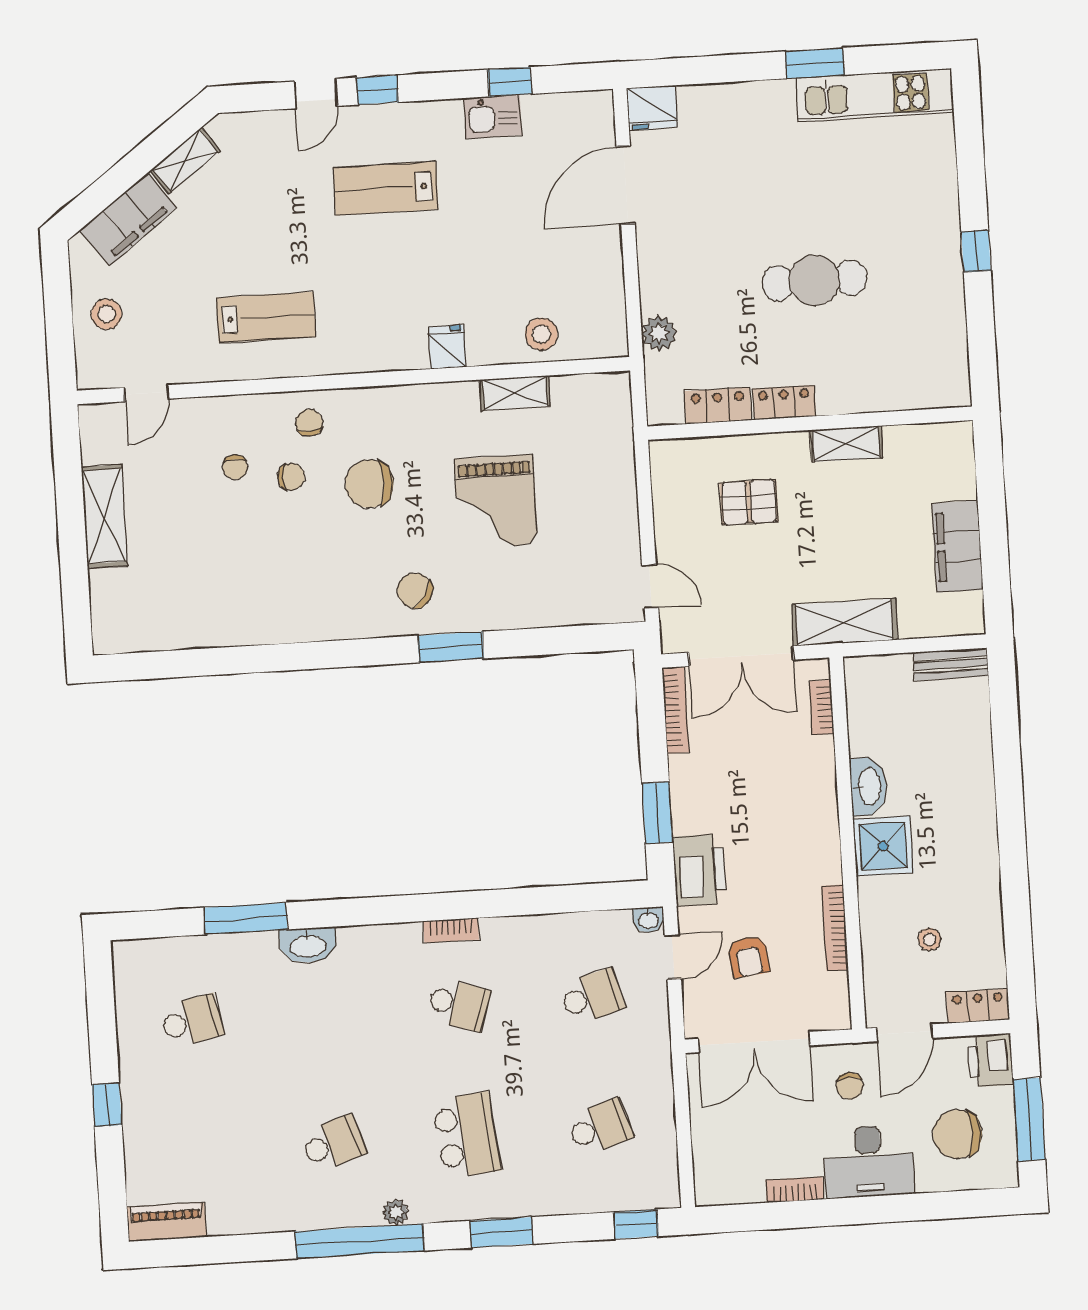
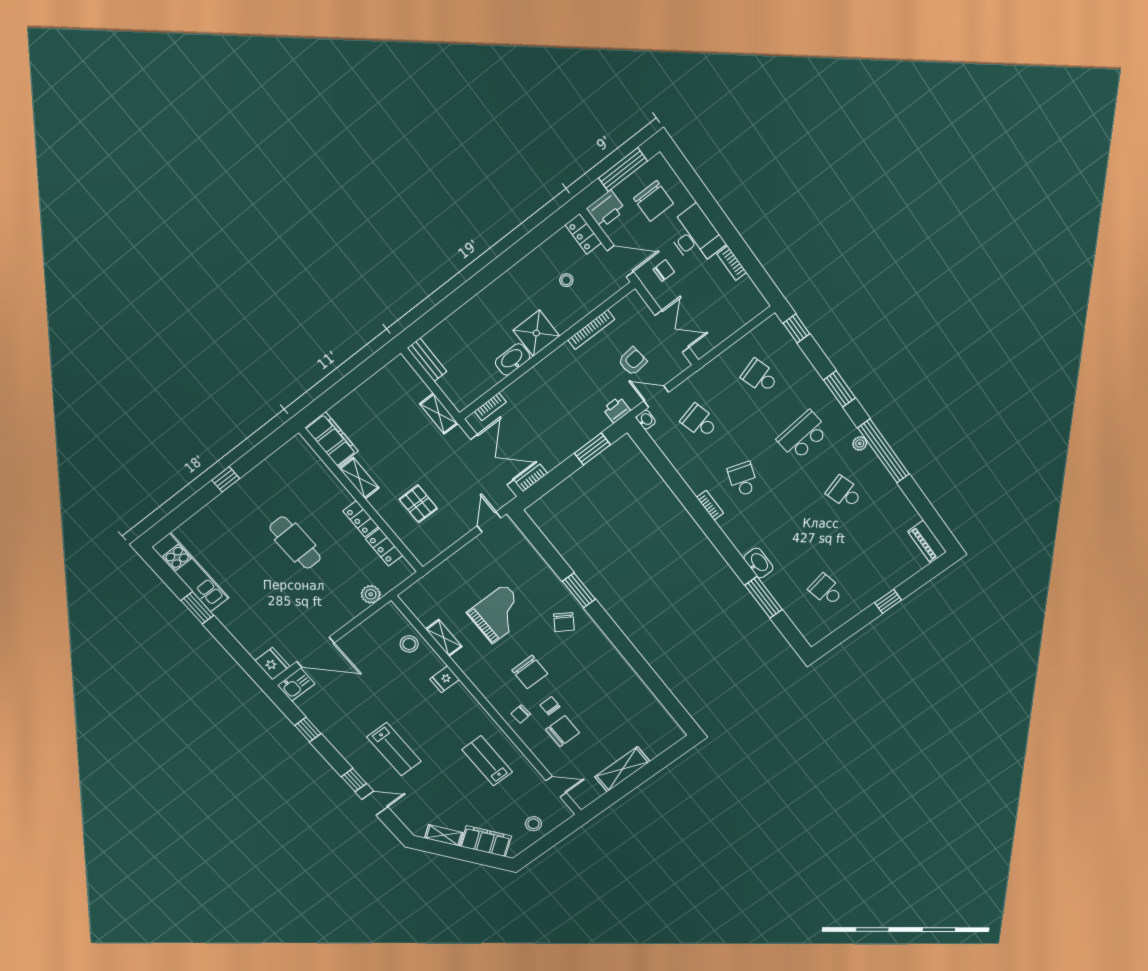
kitchen sink: (493, 117) -> (296, 685), moved, turned 90
chair: (235, 467) -> (562, 731), width x1.87, depth x1.87
filing cabinet: (957, 546) -> (332, 439), moved, turned -90
shelving: (844, 622) -> (439, 414), width x0.67, depth x0.75
bookcase: (675, 710) -> (531, 478), width x0.64
printer: (699, 870) -> (617, 410), width x0.53, depth x0.68
double door: (754, 1042) -> (672, 331), width x0.73

